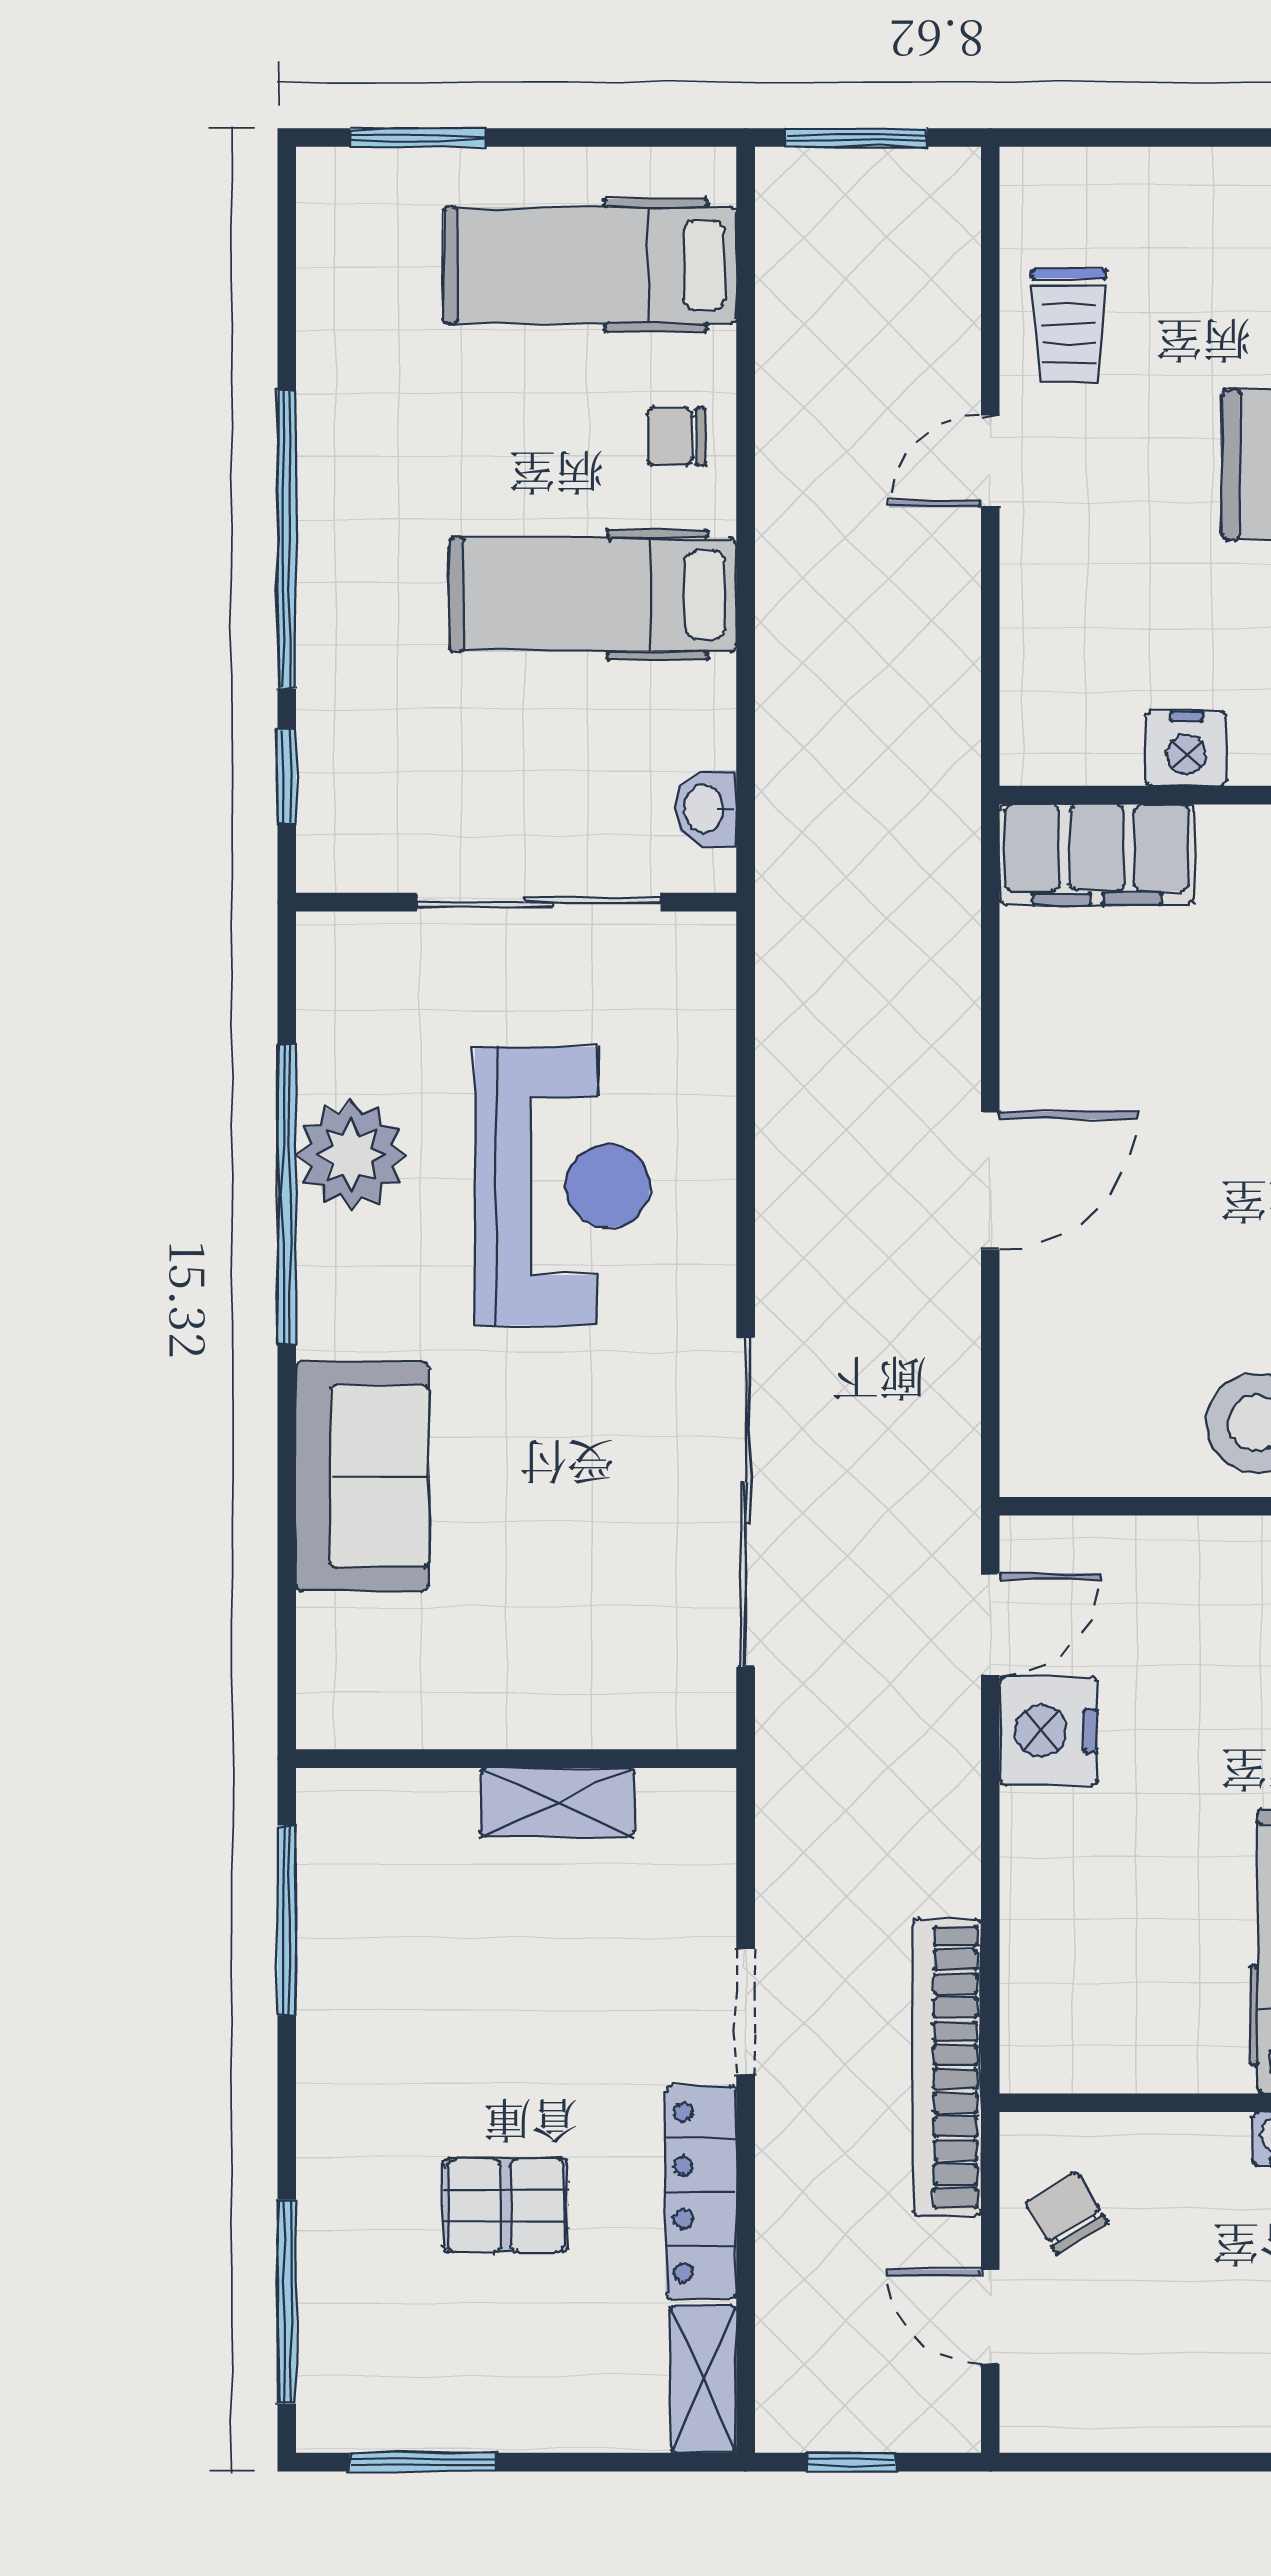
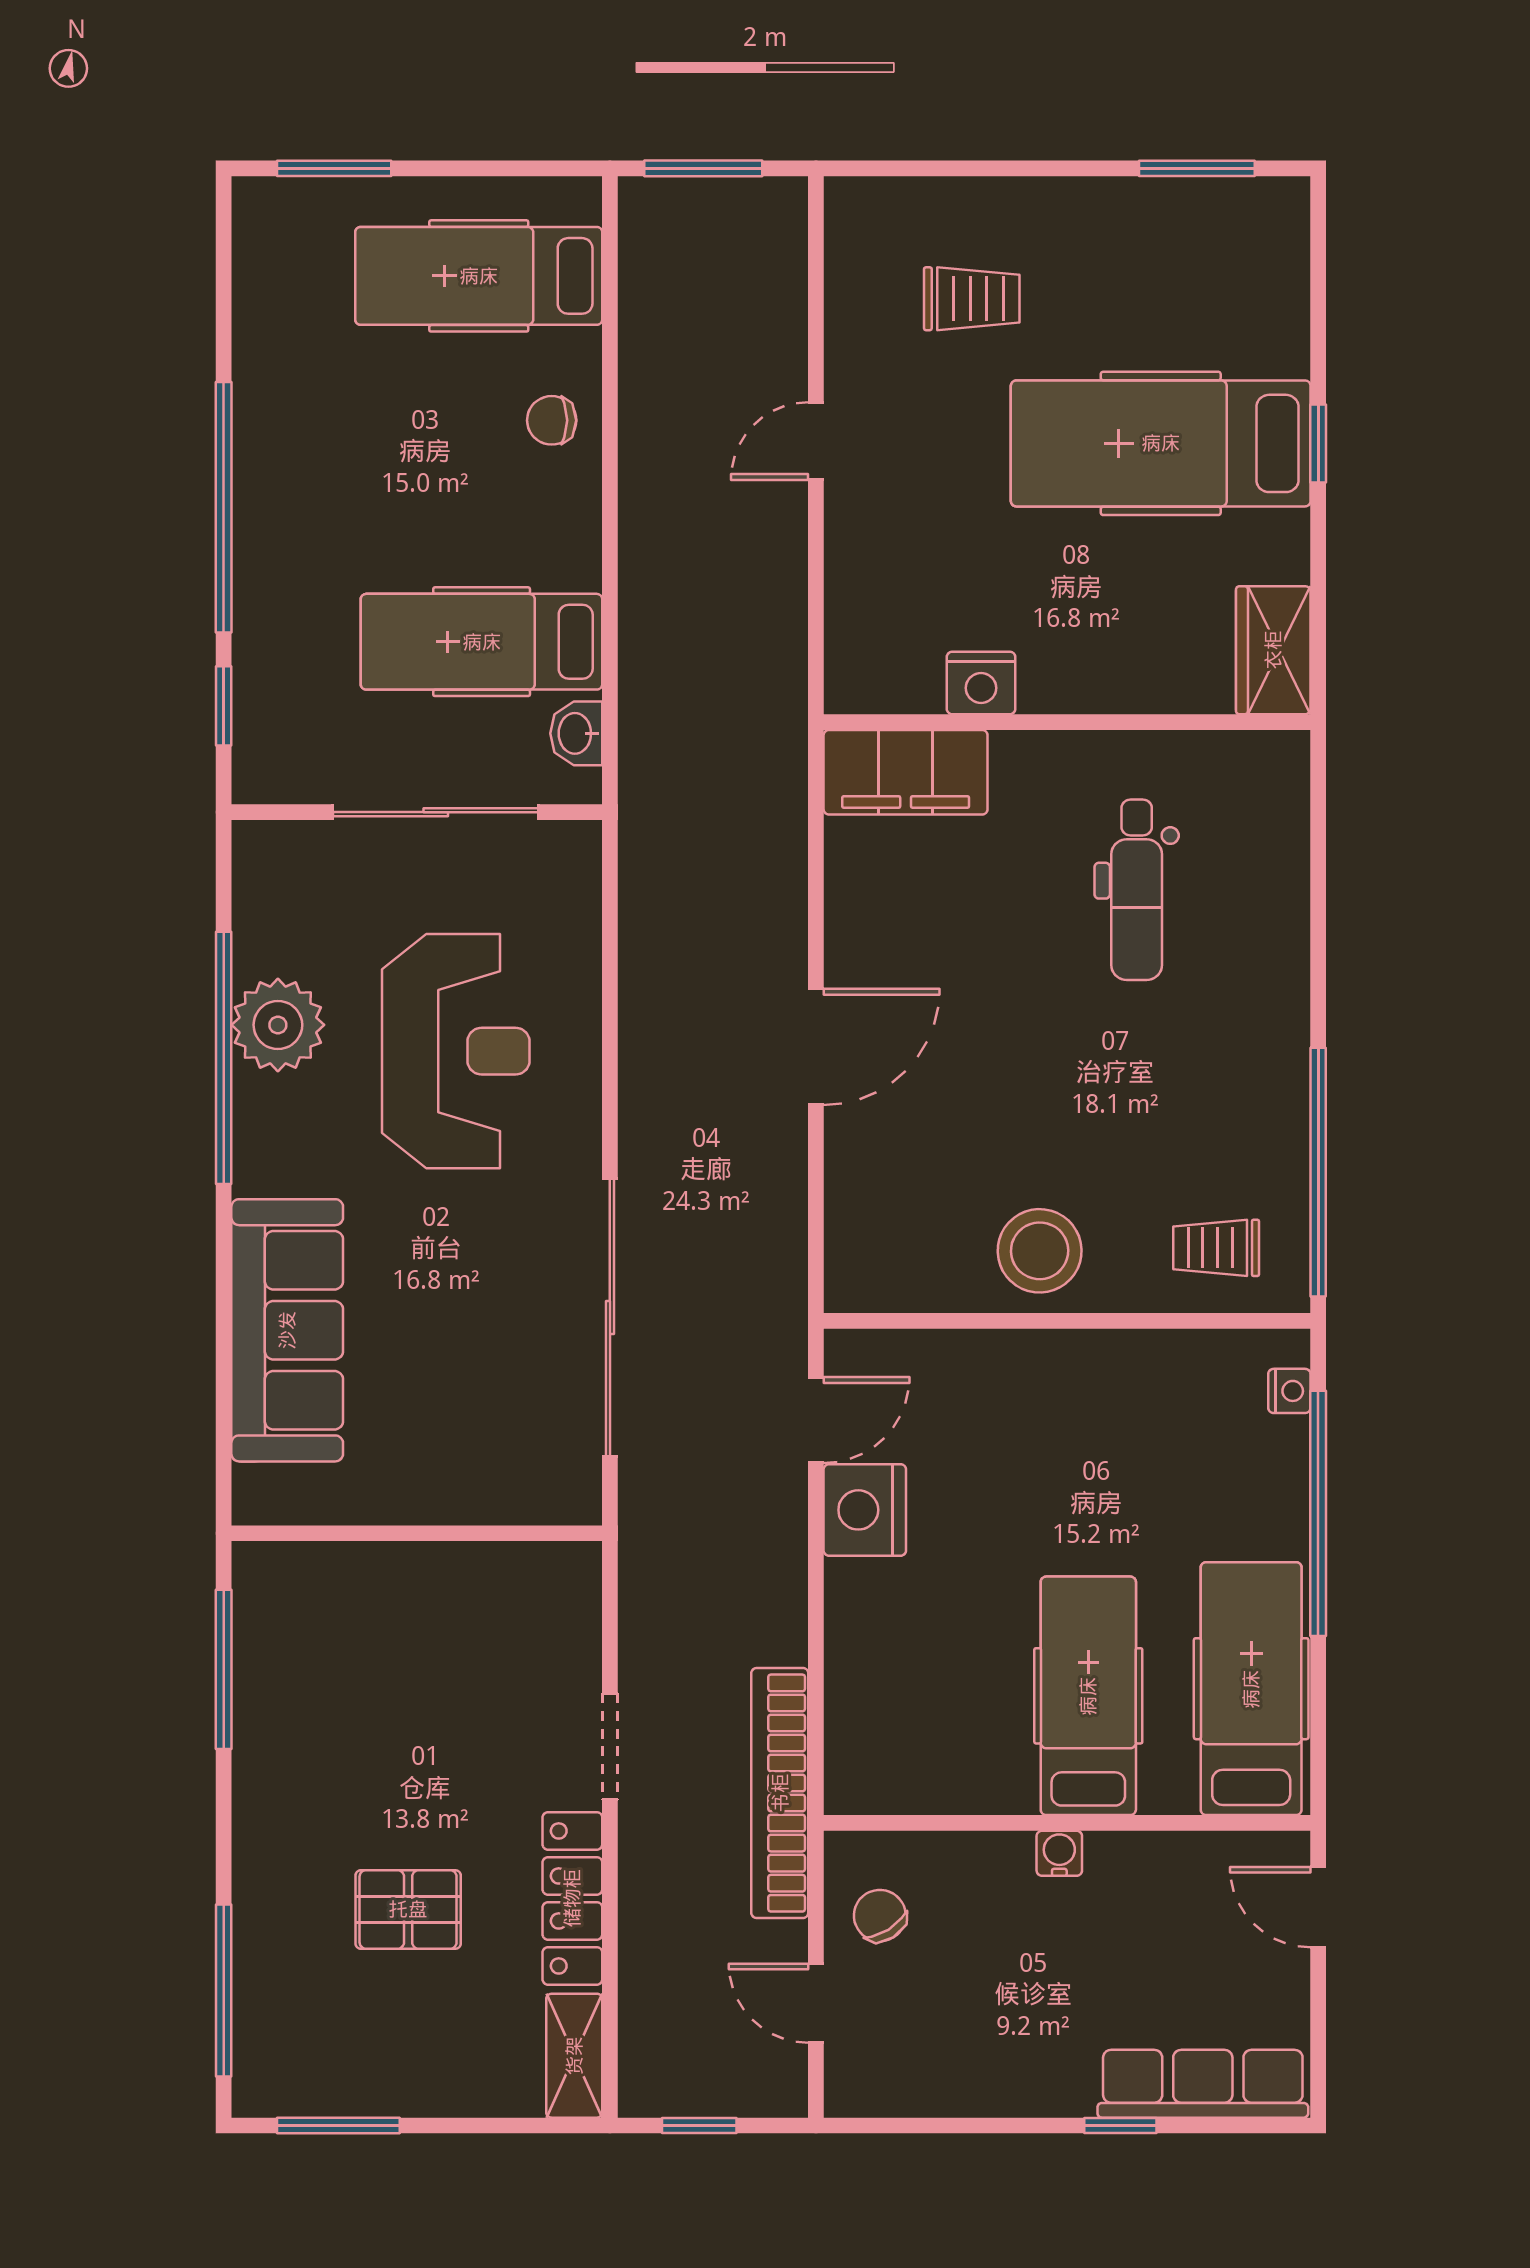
trolley: (1069, 326) -> (972, 299), moved, turned -90
hospital bed: (593, 595) -> (482, 642), moved
sofa: (362, 1476) -> (287, 1330), width x1.36
shelving: (557, 1802) -> (451, 1570), removed

